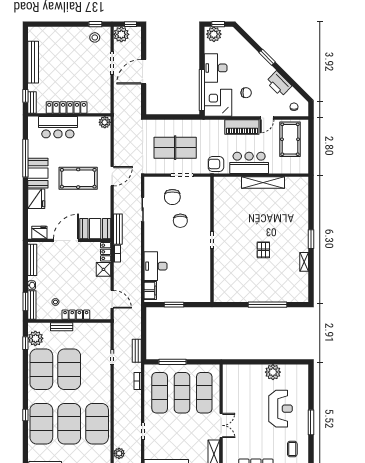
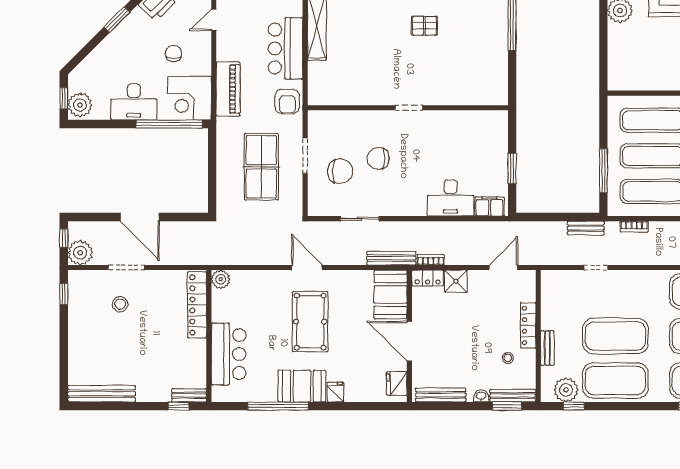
stool: (95, 37) -> (120, 304), moved
bench: (33, 62) -> (102, 394), moved
locker: (67, 108) -> (197, 305), moved
door: (267, 118) -> (214, 20), swing flipped
piano: (242, 127) -> (228, 89), moved
fridge: (36, 199) -> (335, 392), width x0.53, depth x0.75
chair: (180, 221) -> (378, 158), turned 180

